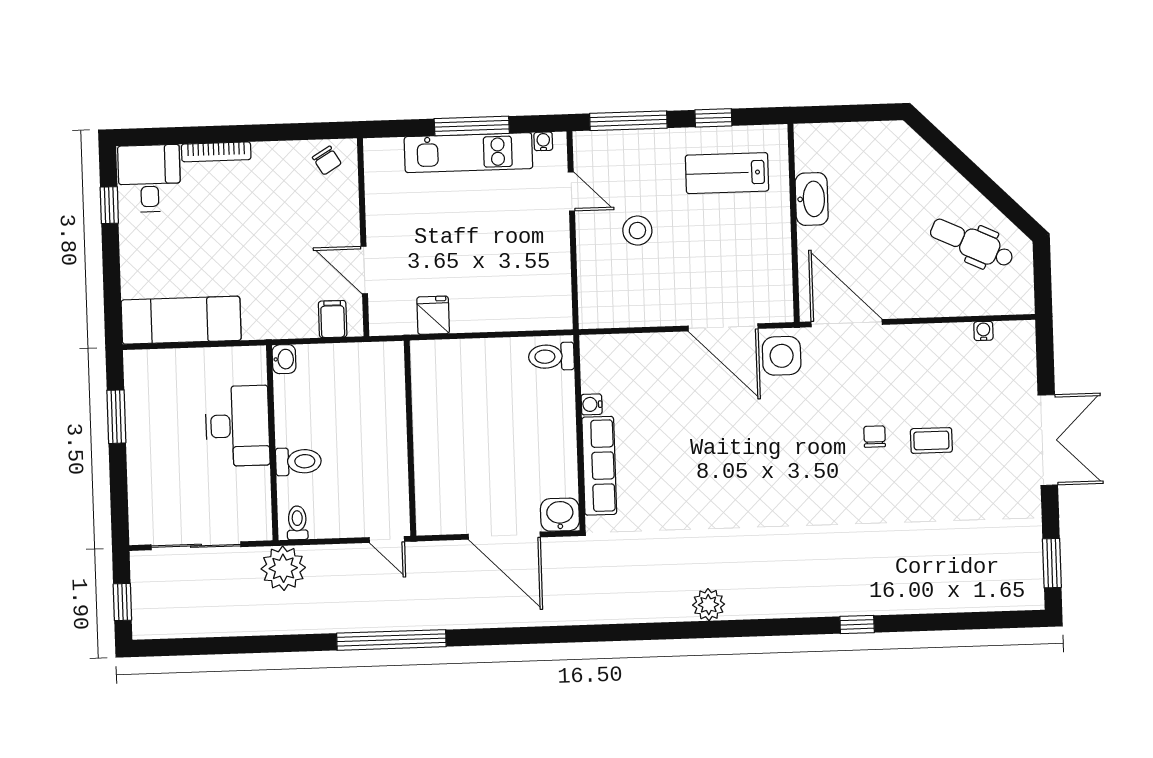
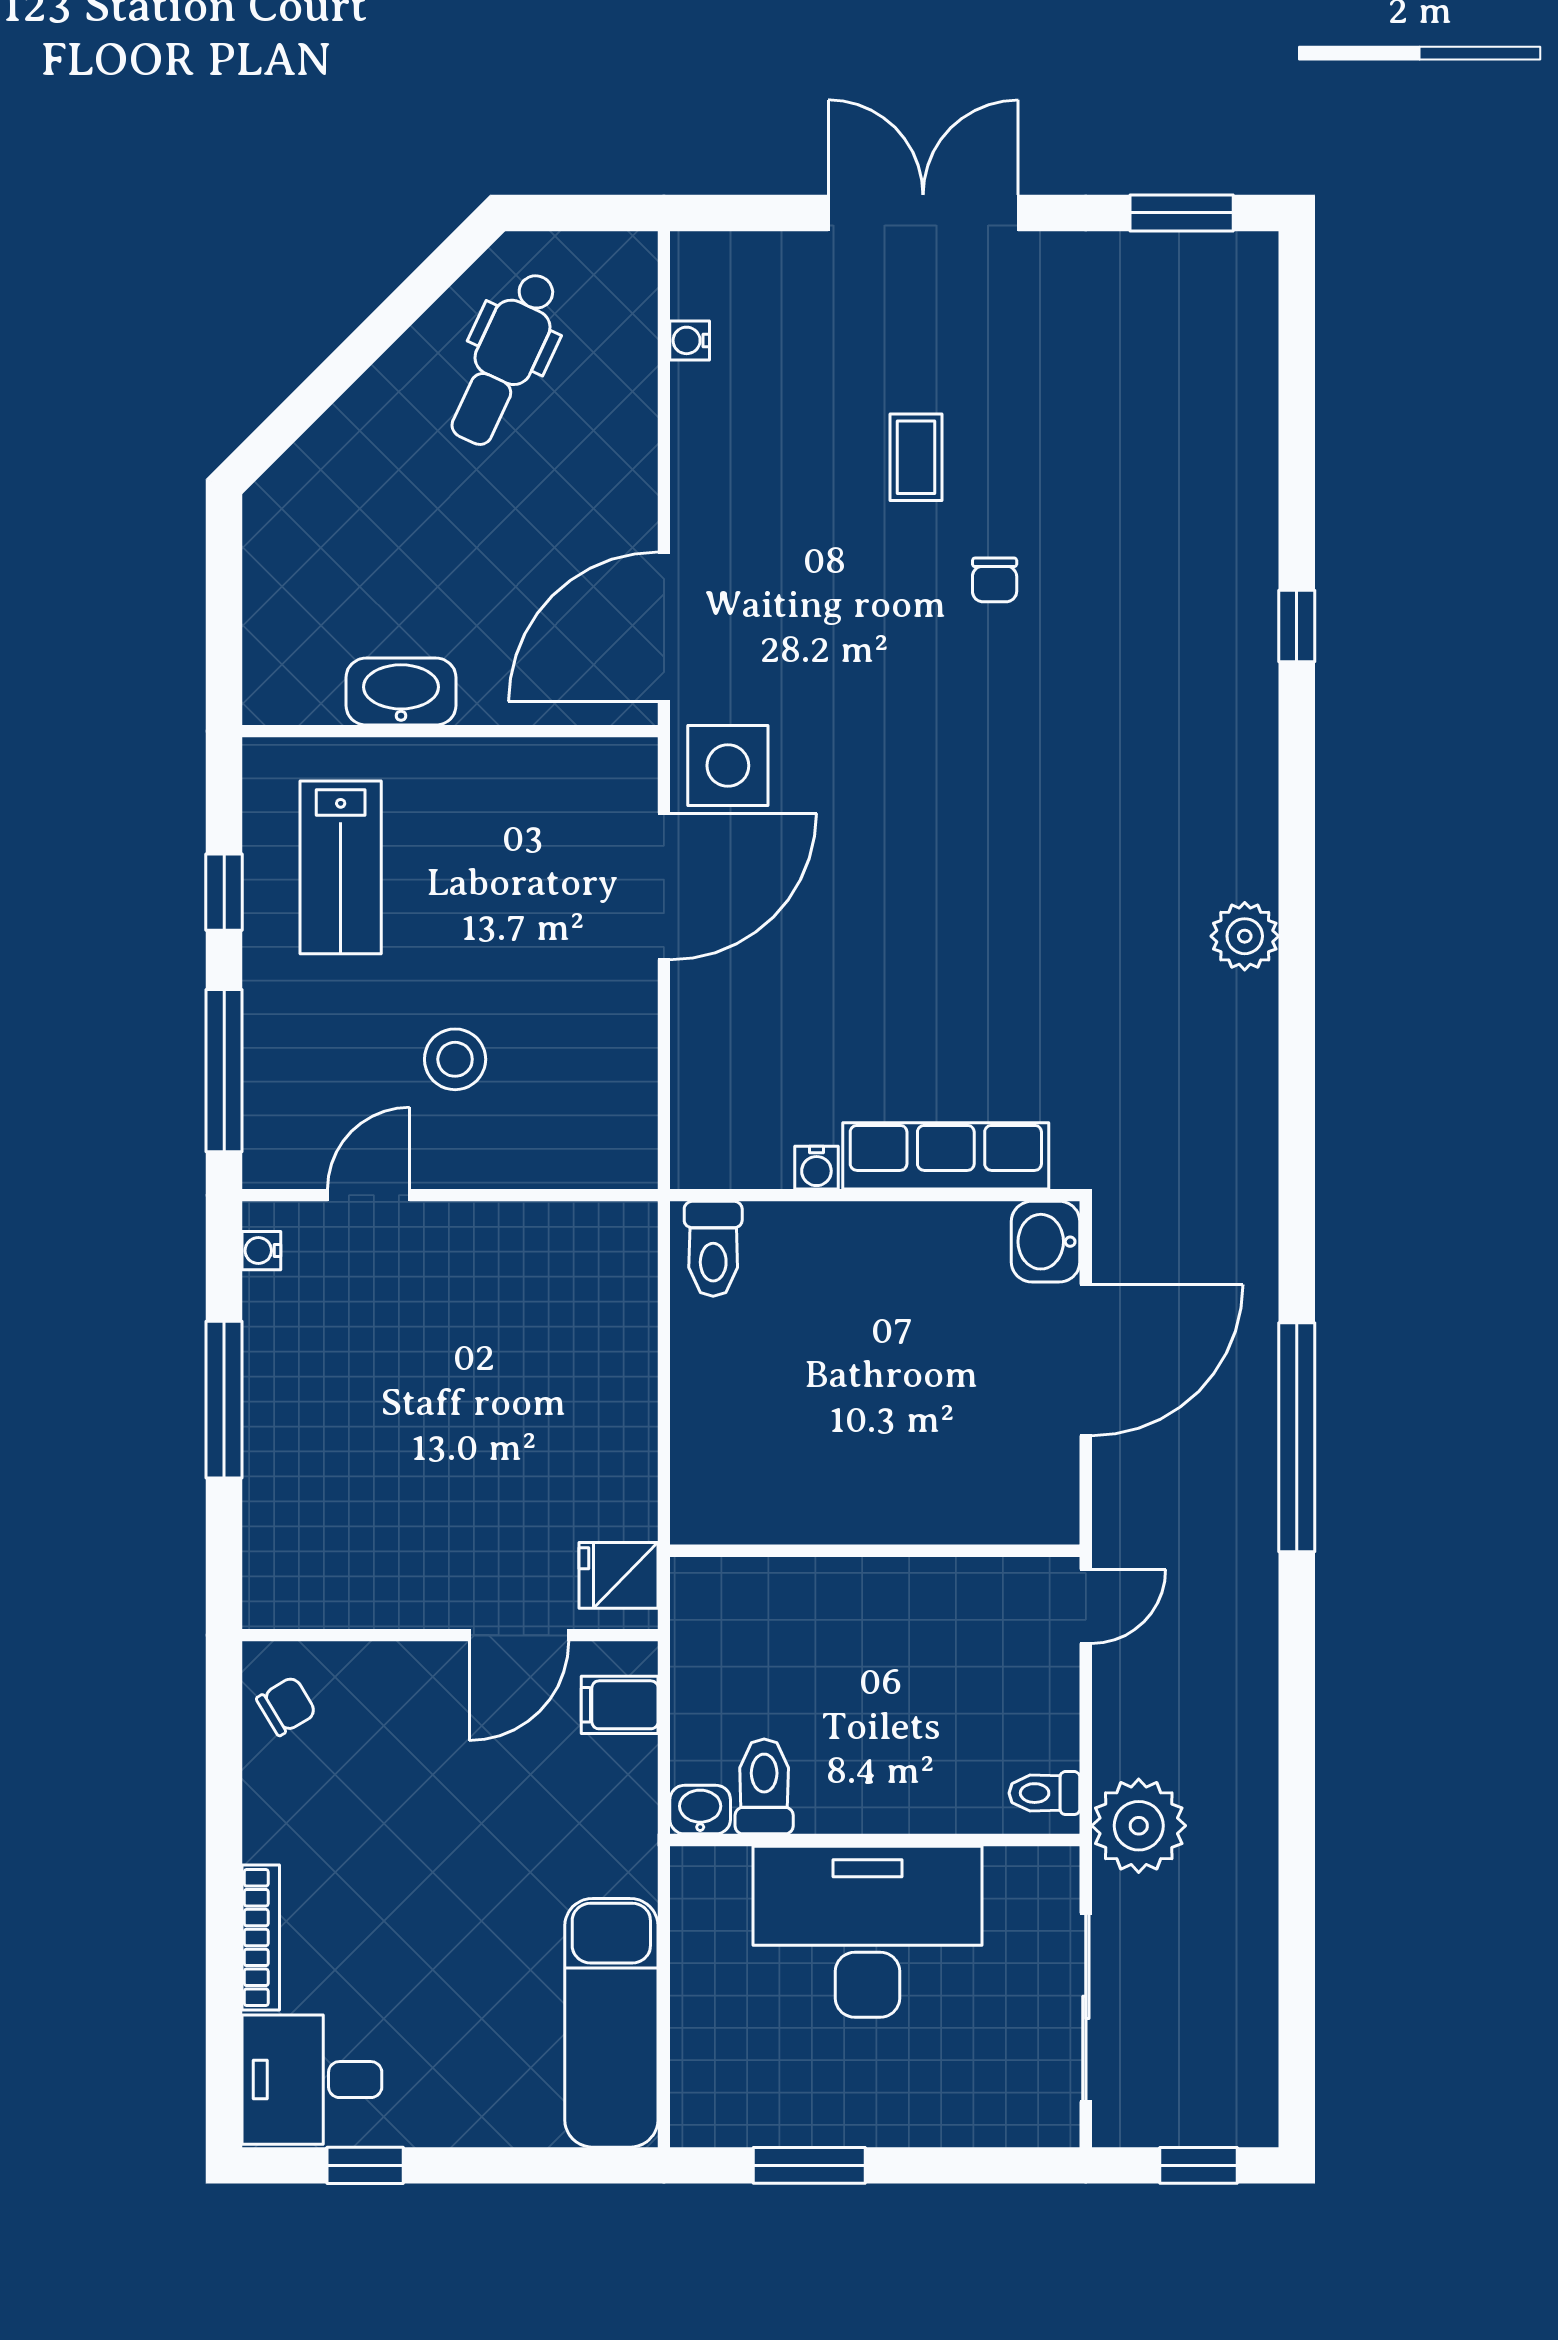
kitchen unit: (468, 153) -> (280, 1408), removed
fridge: (433, 315) -> (619, 1575), moved
desk: (237, 426) -> (868, 1932), width x1.36, depth x1.30
chair: (875, 437) -> (995, 580), moved, turned -90
toilet: (298, 461) -> (764, 1786), moved
window: (391, 640) -> (1297, 1437), moved

